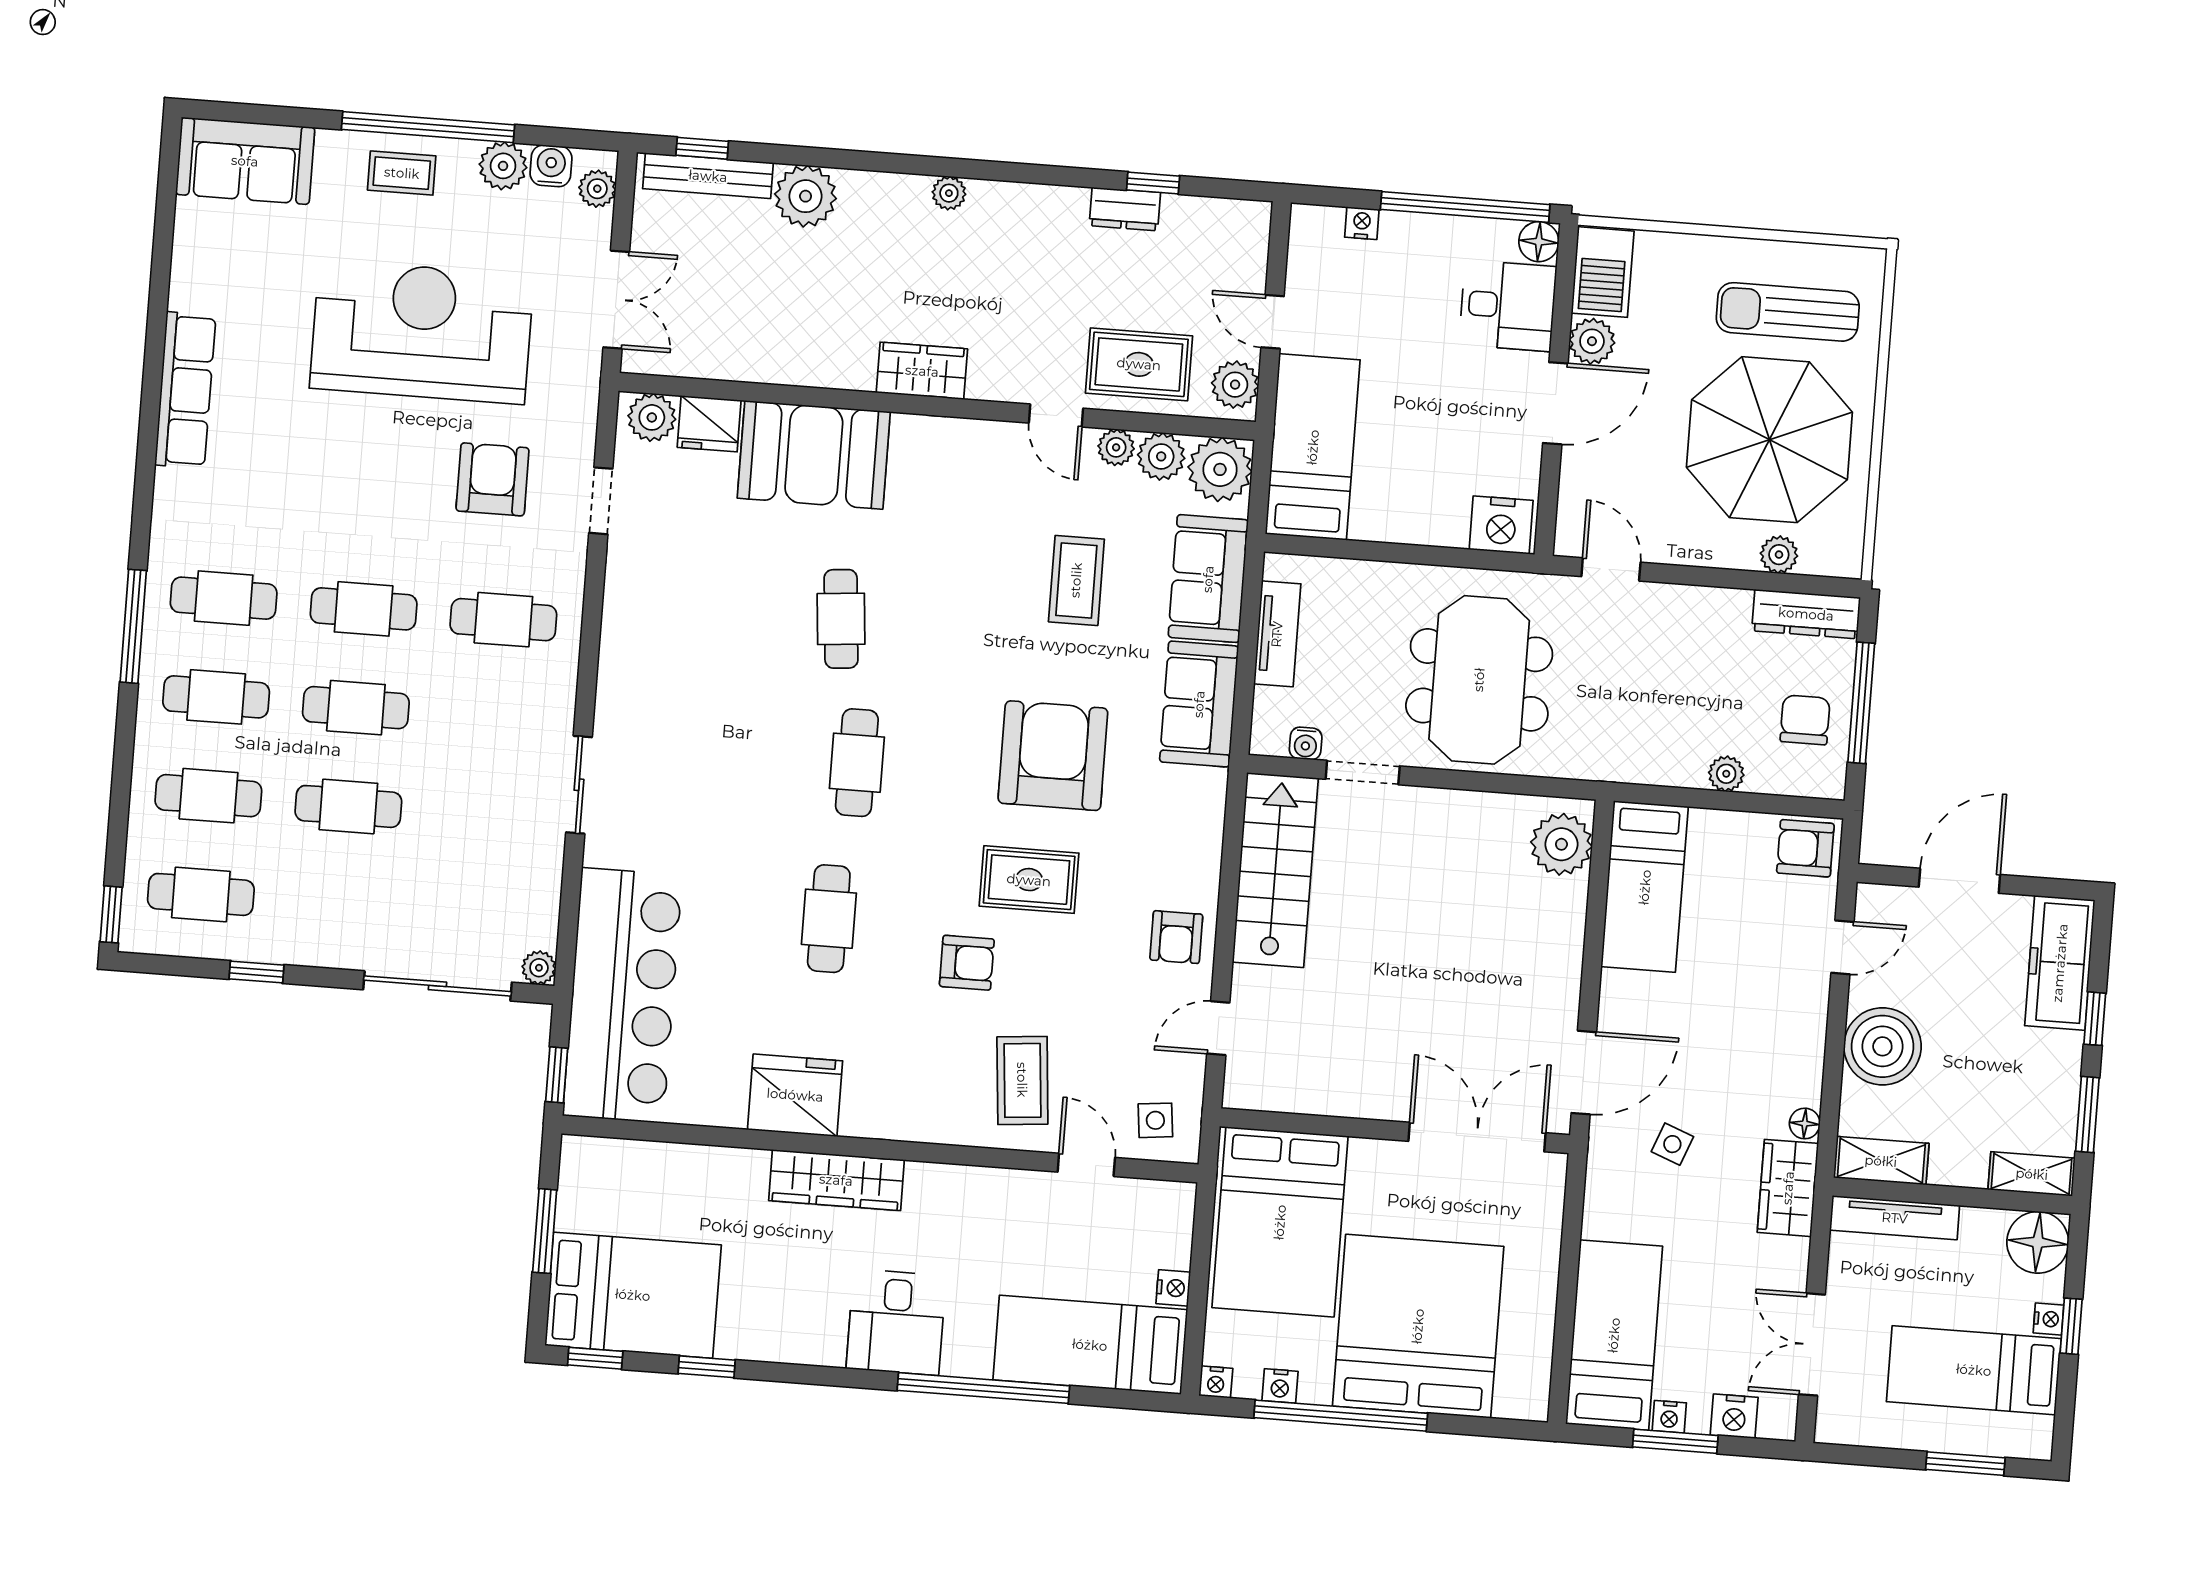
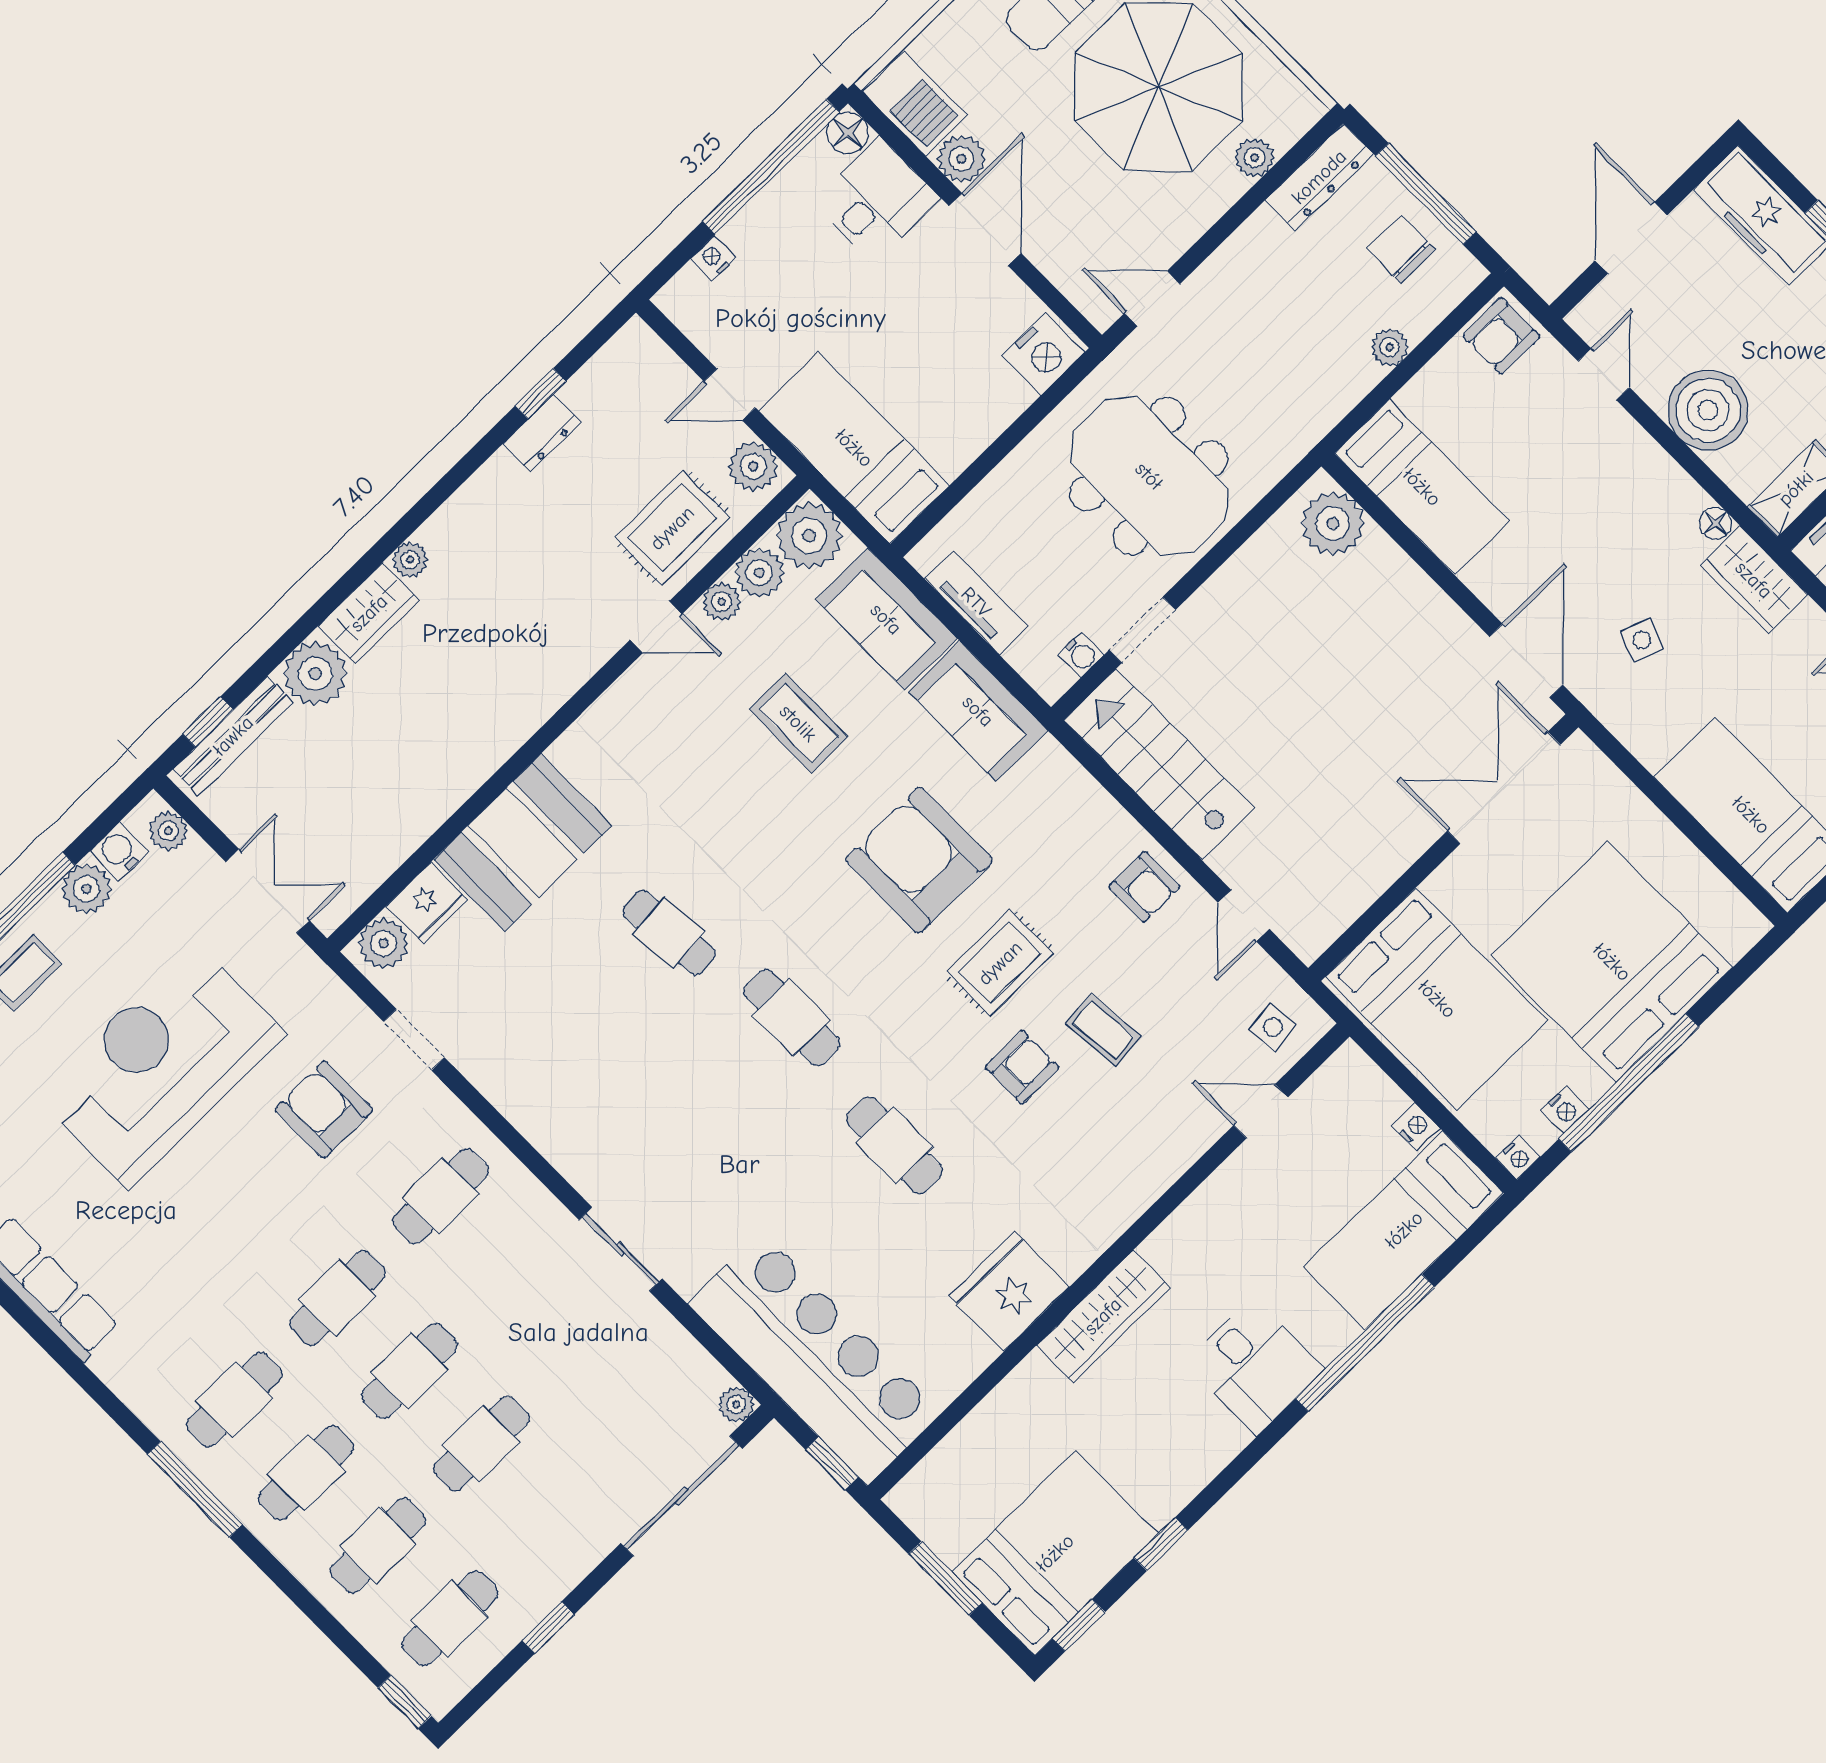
wardrobe: (922, 371) -> (369, 613), moved, turned 180
coffee table: (1022, 1080) -> (1103, 1030), moved, width x0.73, depth x0.77

